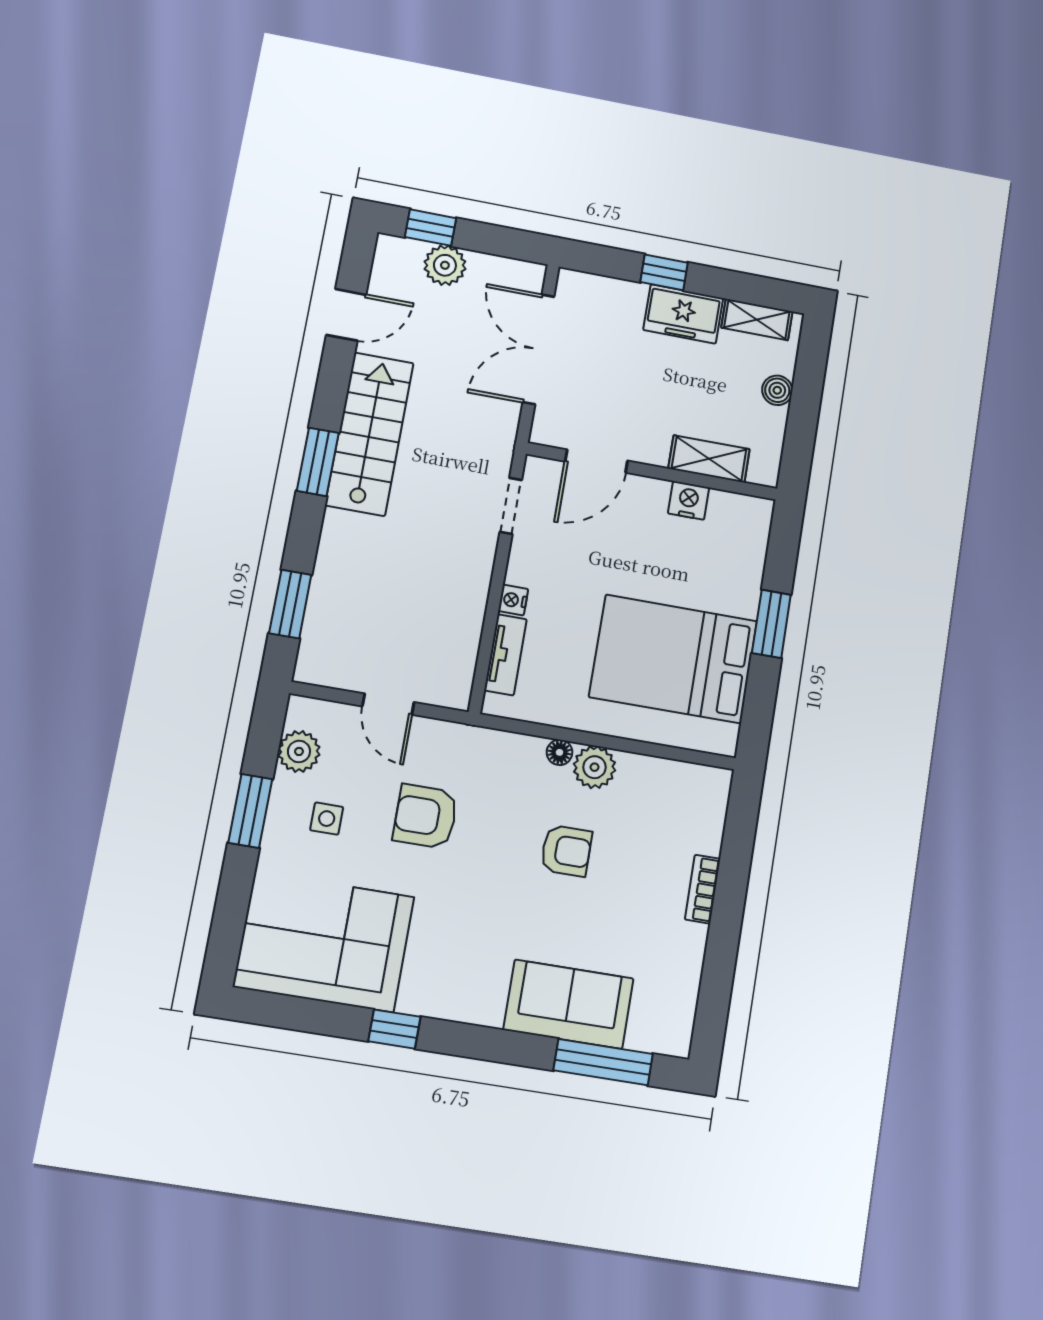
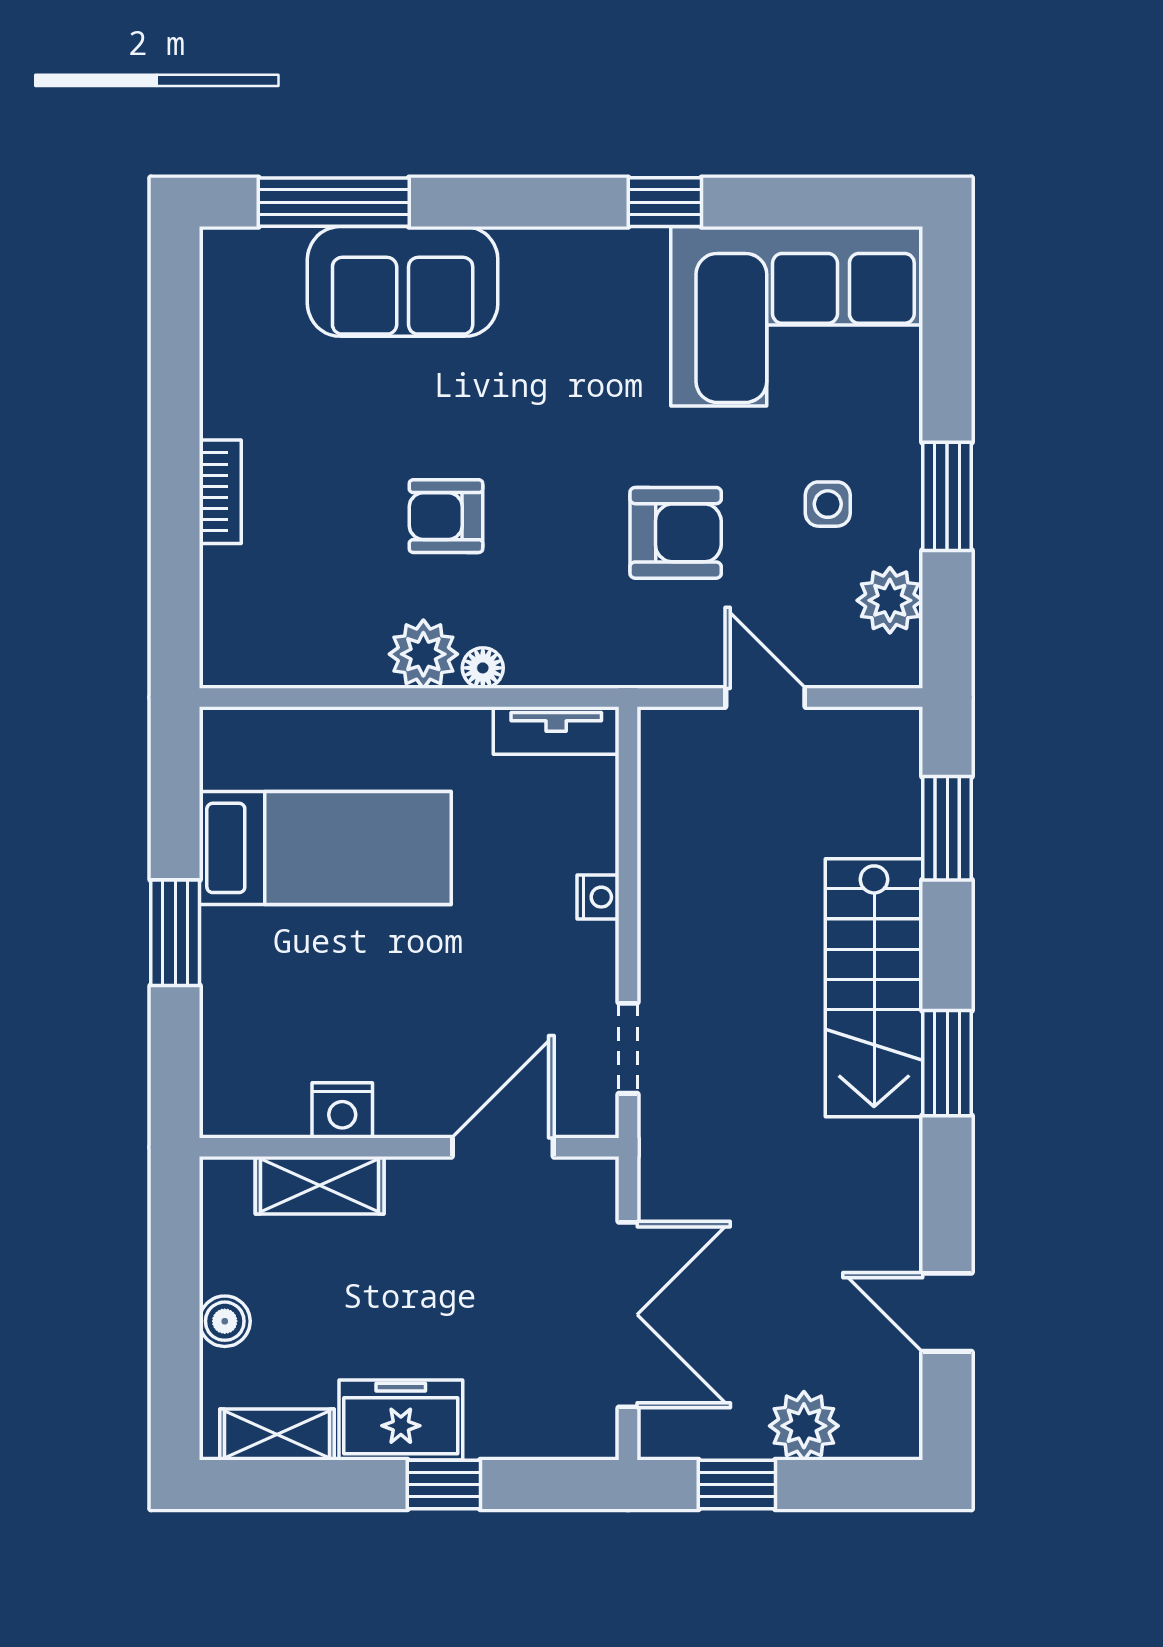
window: (430, 228) -> (737, 1485), moved
door: (346, 315) -> (947, 1312), hinge flipped
stairs: (369, 434) -> (874, 988), moved
tv unit: (505, 655) -> (556, 731), moved, turned -90
bed: (673, 659) -> (325, 848), width x0.67

